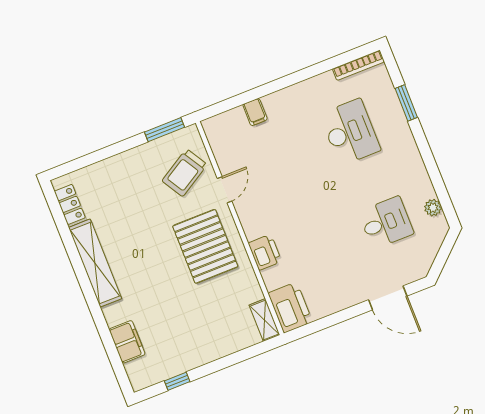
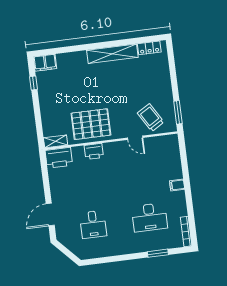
filing cabinet: (255, 112) -> (177, 185), moved
plant: (433, 208) -> (95, 253), removed
pallet: (205, 246) -> (91, 124), moved
filing cabinet: (127, 342) -> (45, 63), moved

